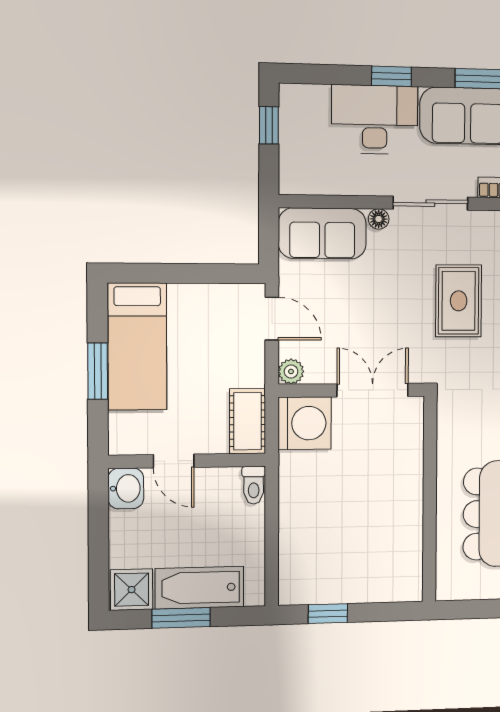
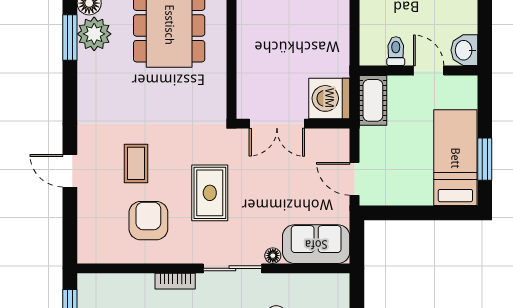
window: (98, 371) -> (485, 159), moved
plant: (291, 372) -> (340, 138), removed
toilet: (254, 485) -> (396, 51), moved

